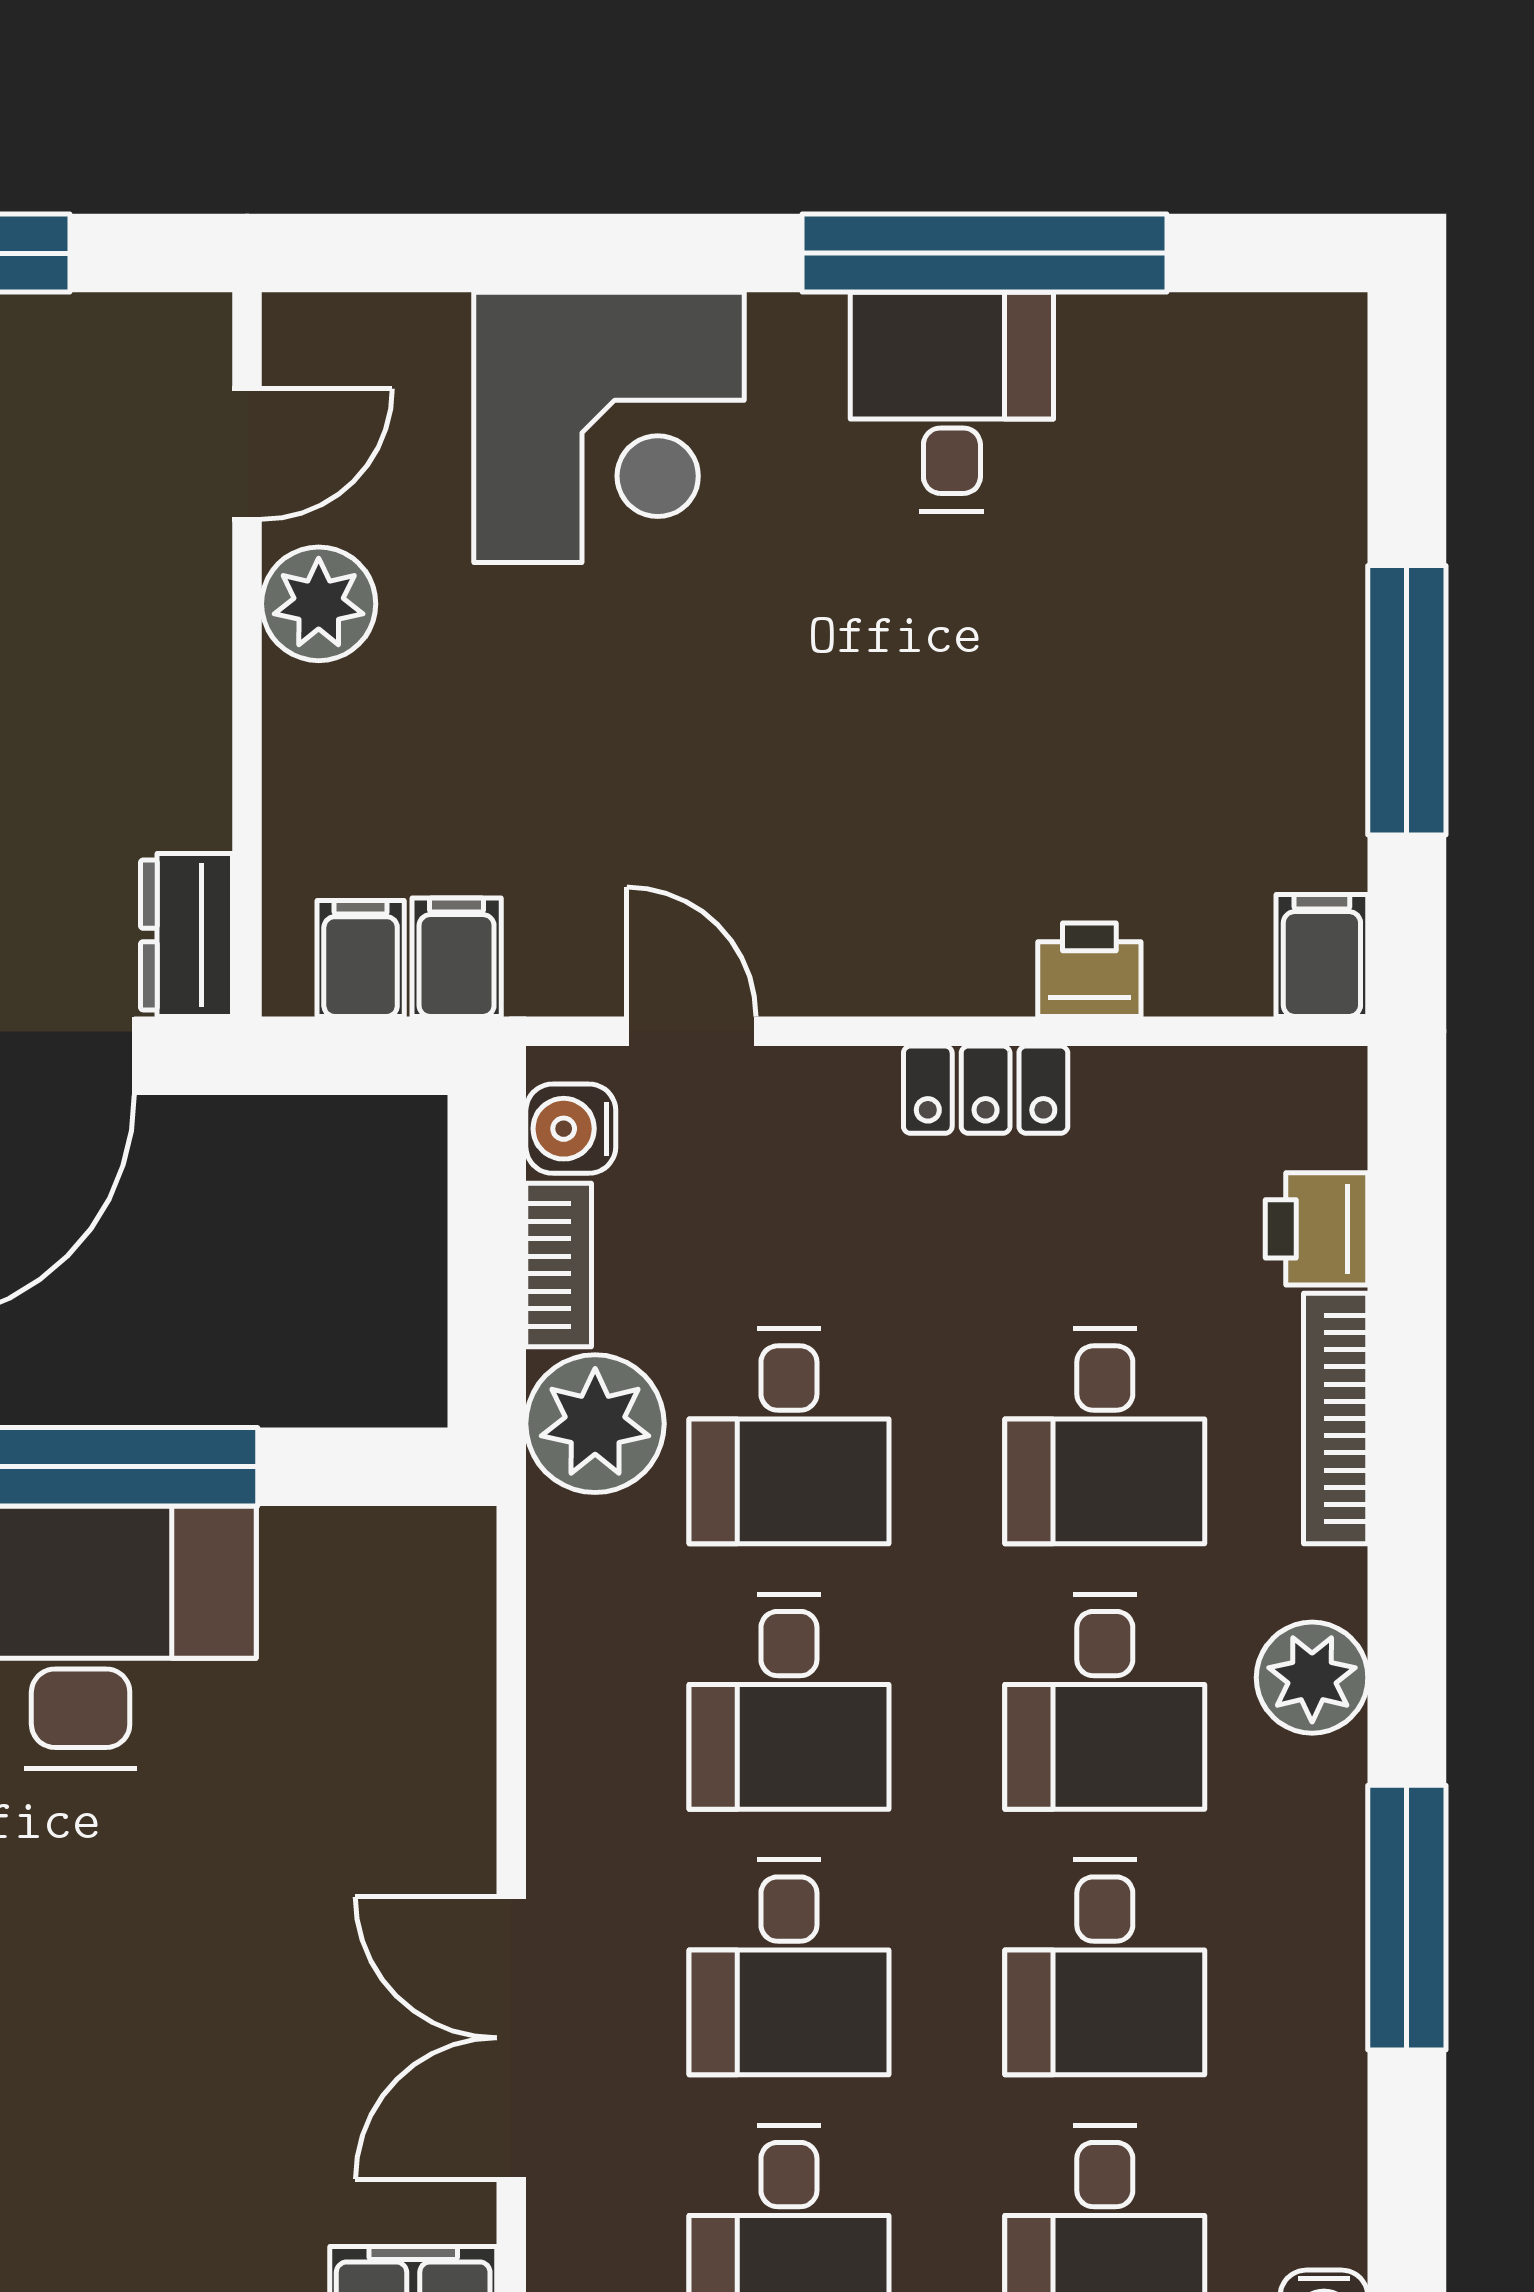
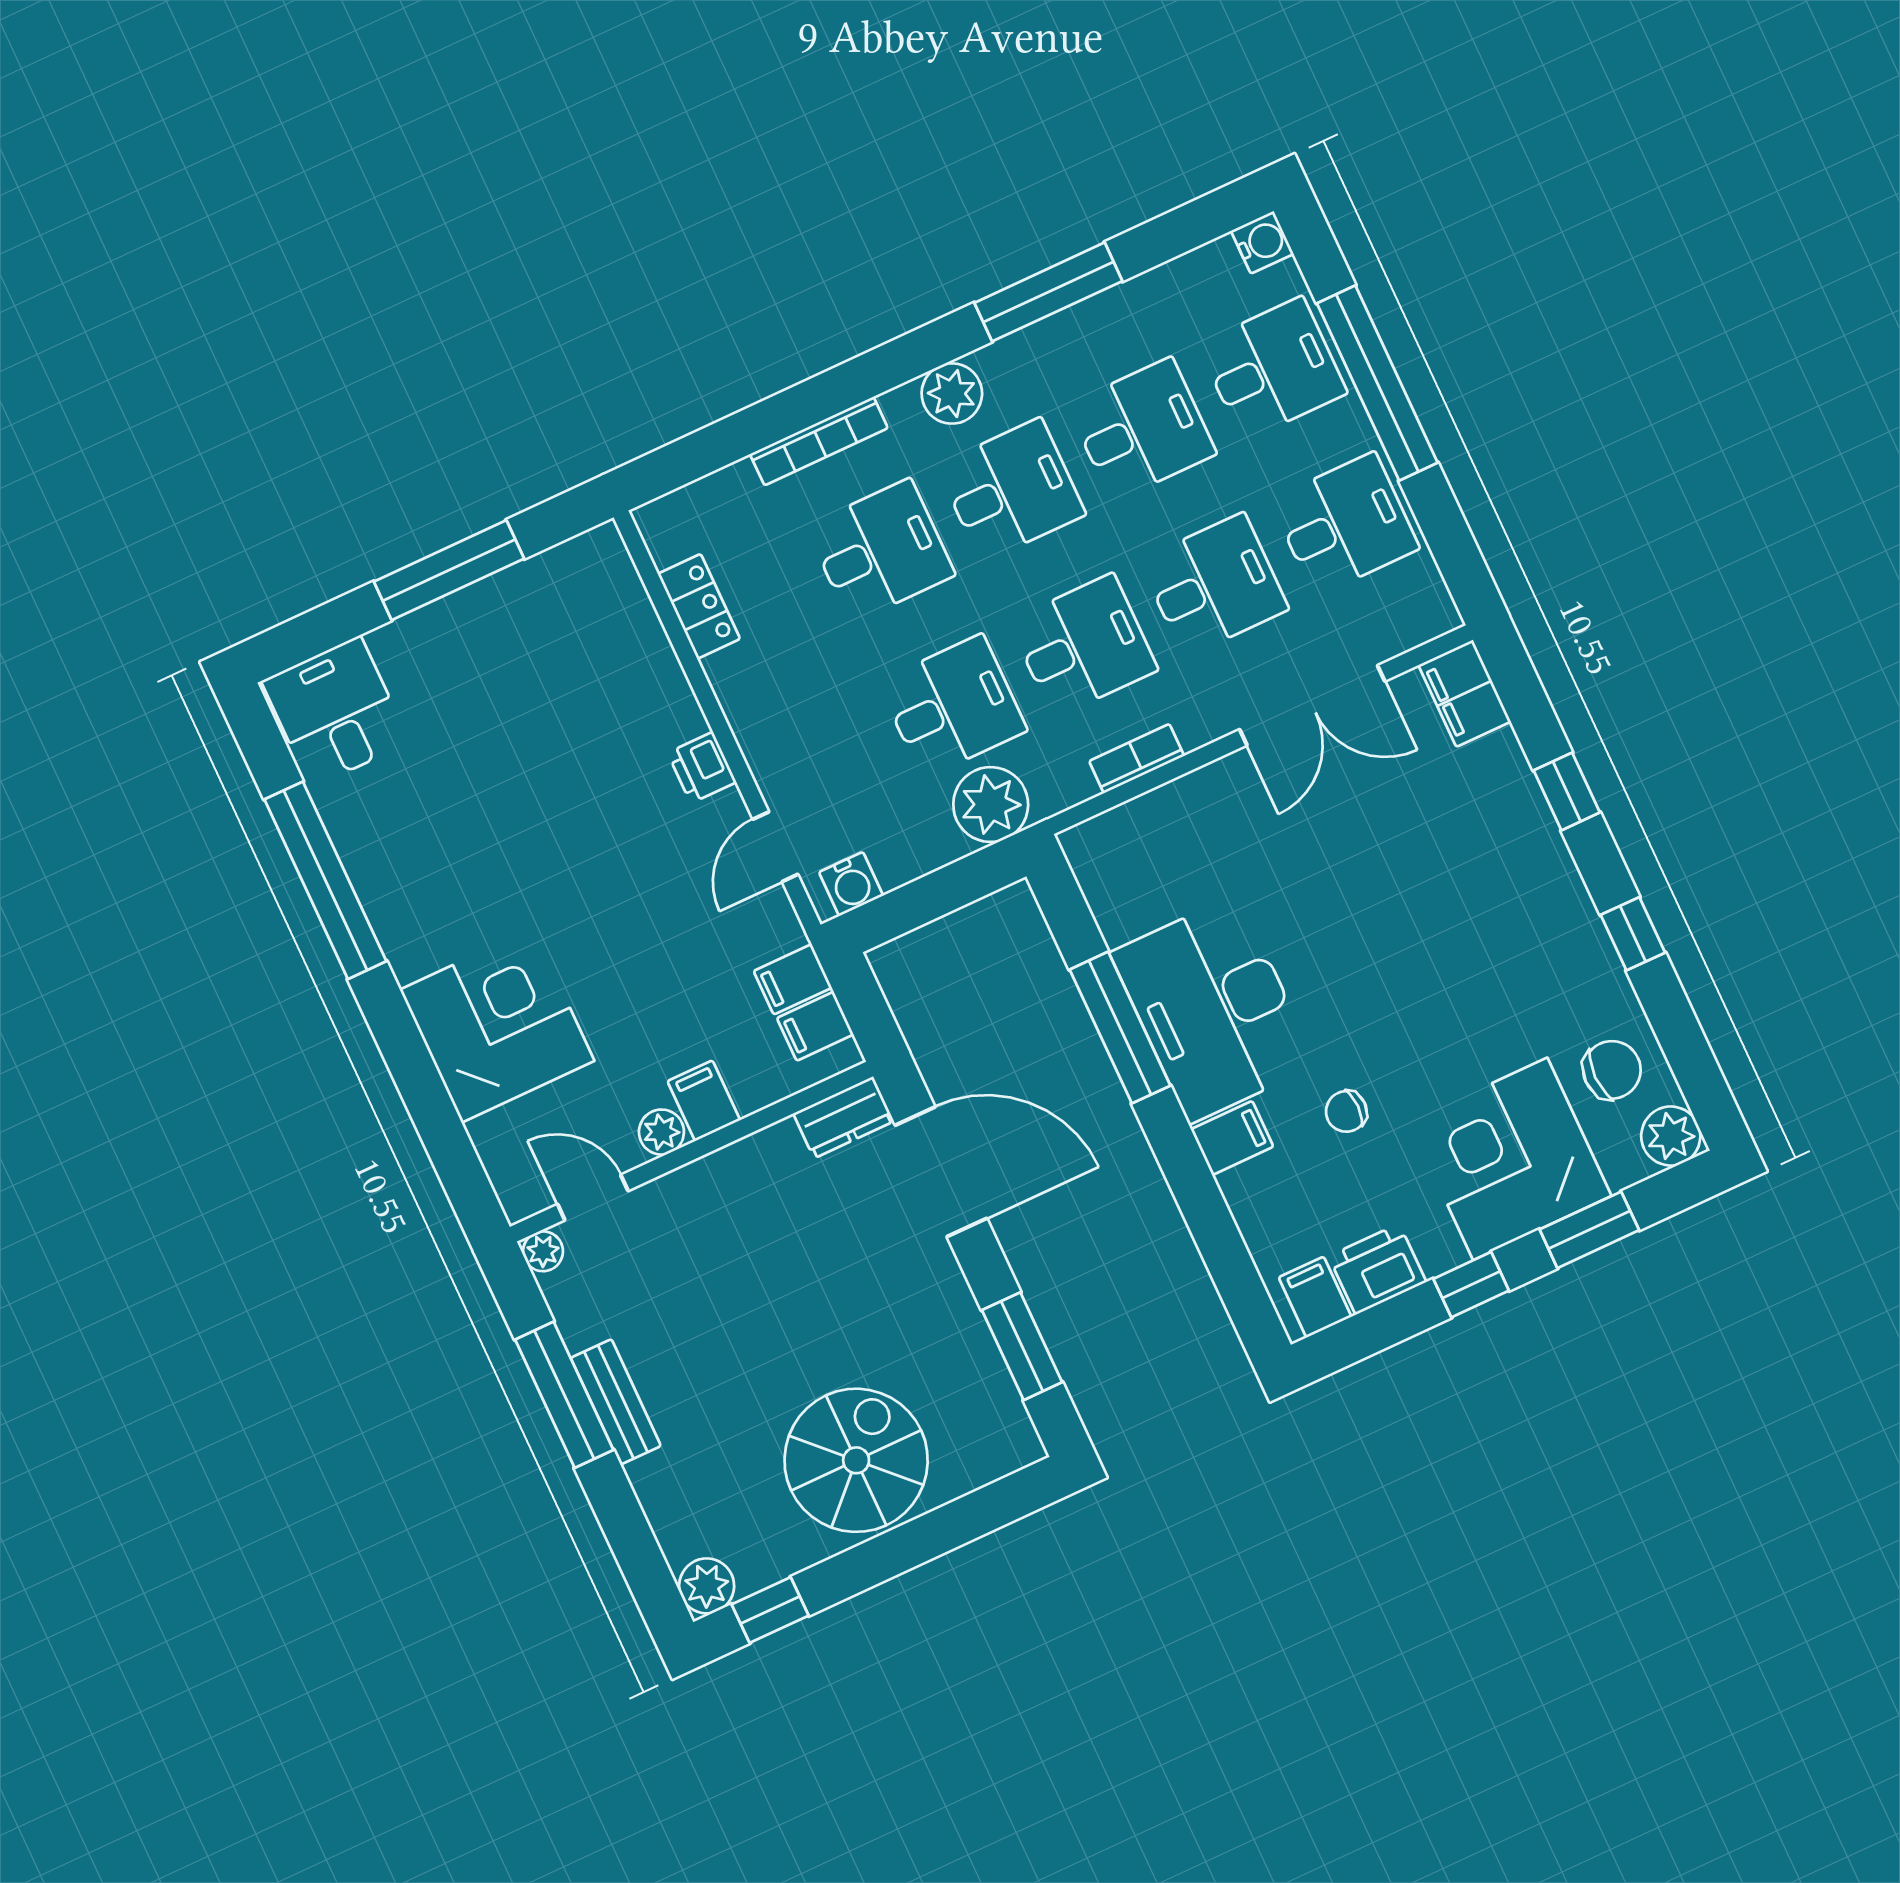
plant: (196, 329) -> (543, 1251), added
desk: (952, 402) -> (336, 712), moved, turned 90
plant: (319, 604) -> (661, 1132), width x0.73, depth x0.73
filing cabinet: (1322, 955) -> (704, 1101), moved, turned 90
printer: (1089, 970) -> (702, 768), moved
locker: (986, 1090) -> (699, 606), moved
printer: (1317, 1229) -> (730, 494), removed
bookcase: (559, 1265) -> (1137, 759), moved

